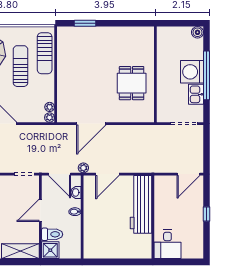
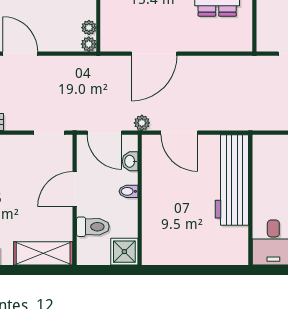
door: (107, 174) -> (179, 133), hinge flipped
shower: (50, 250) -> (124, 252), moved

